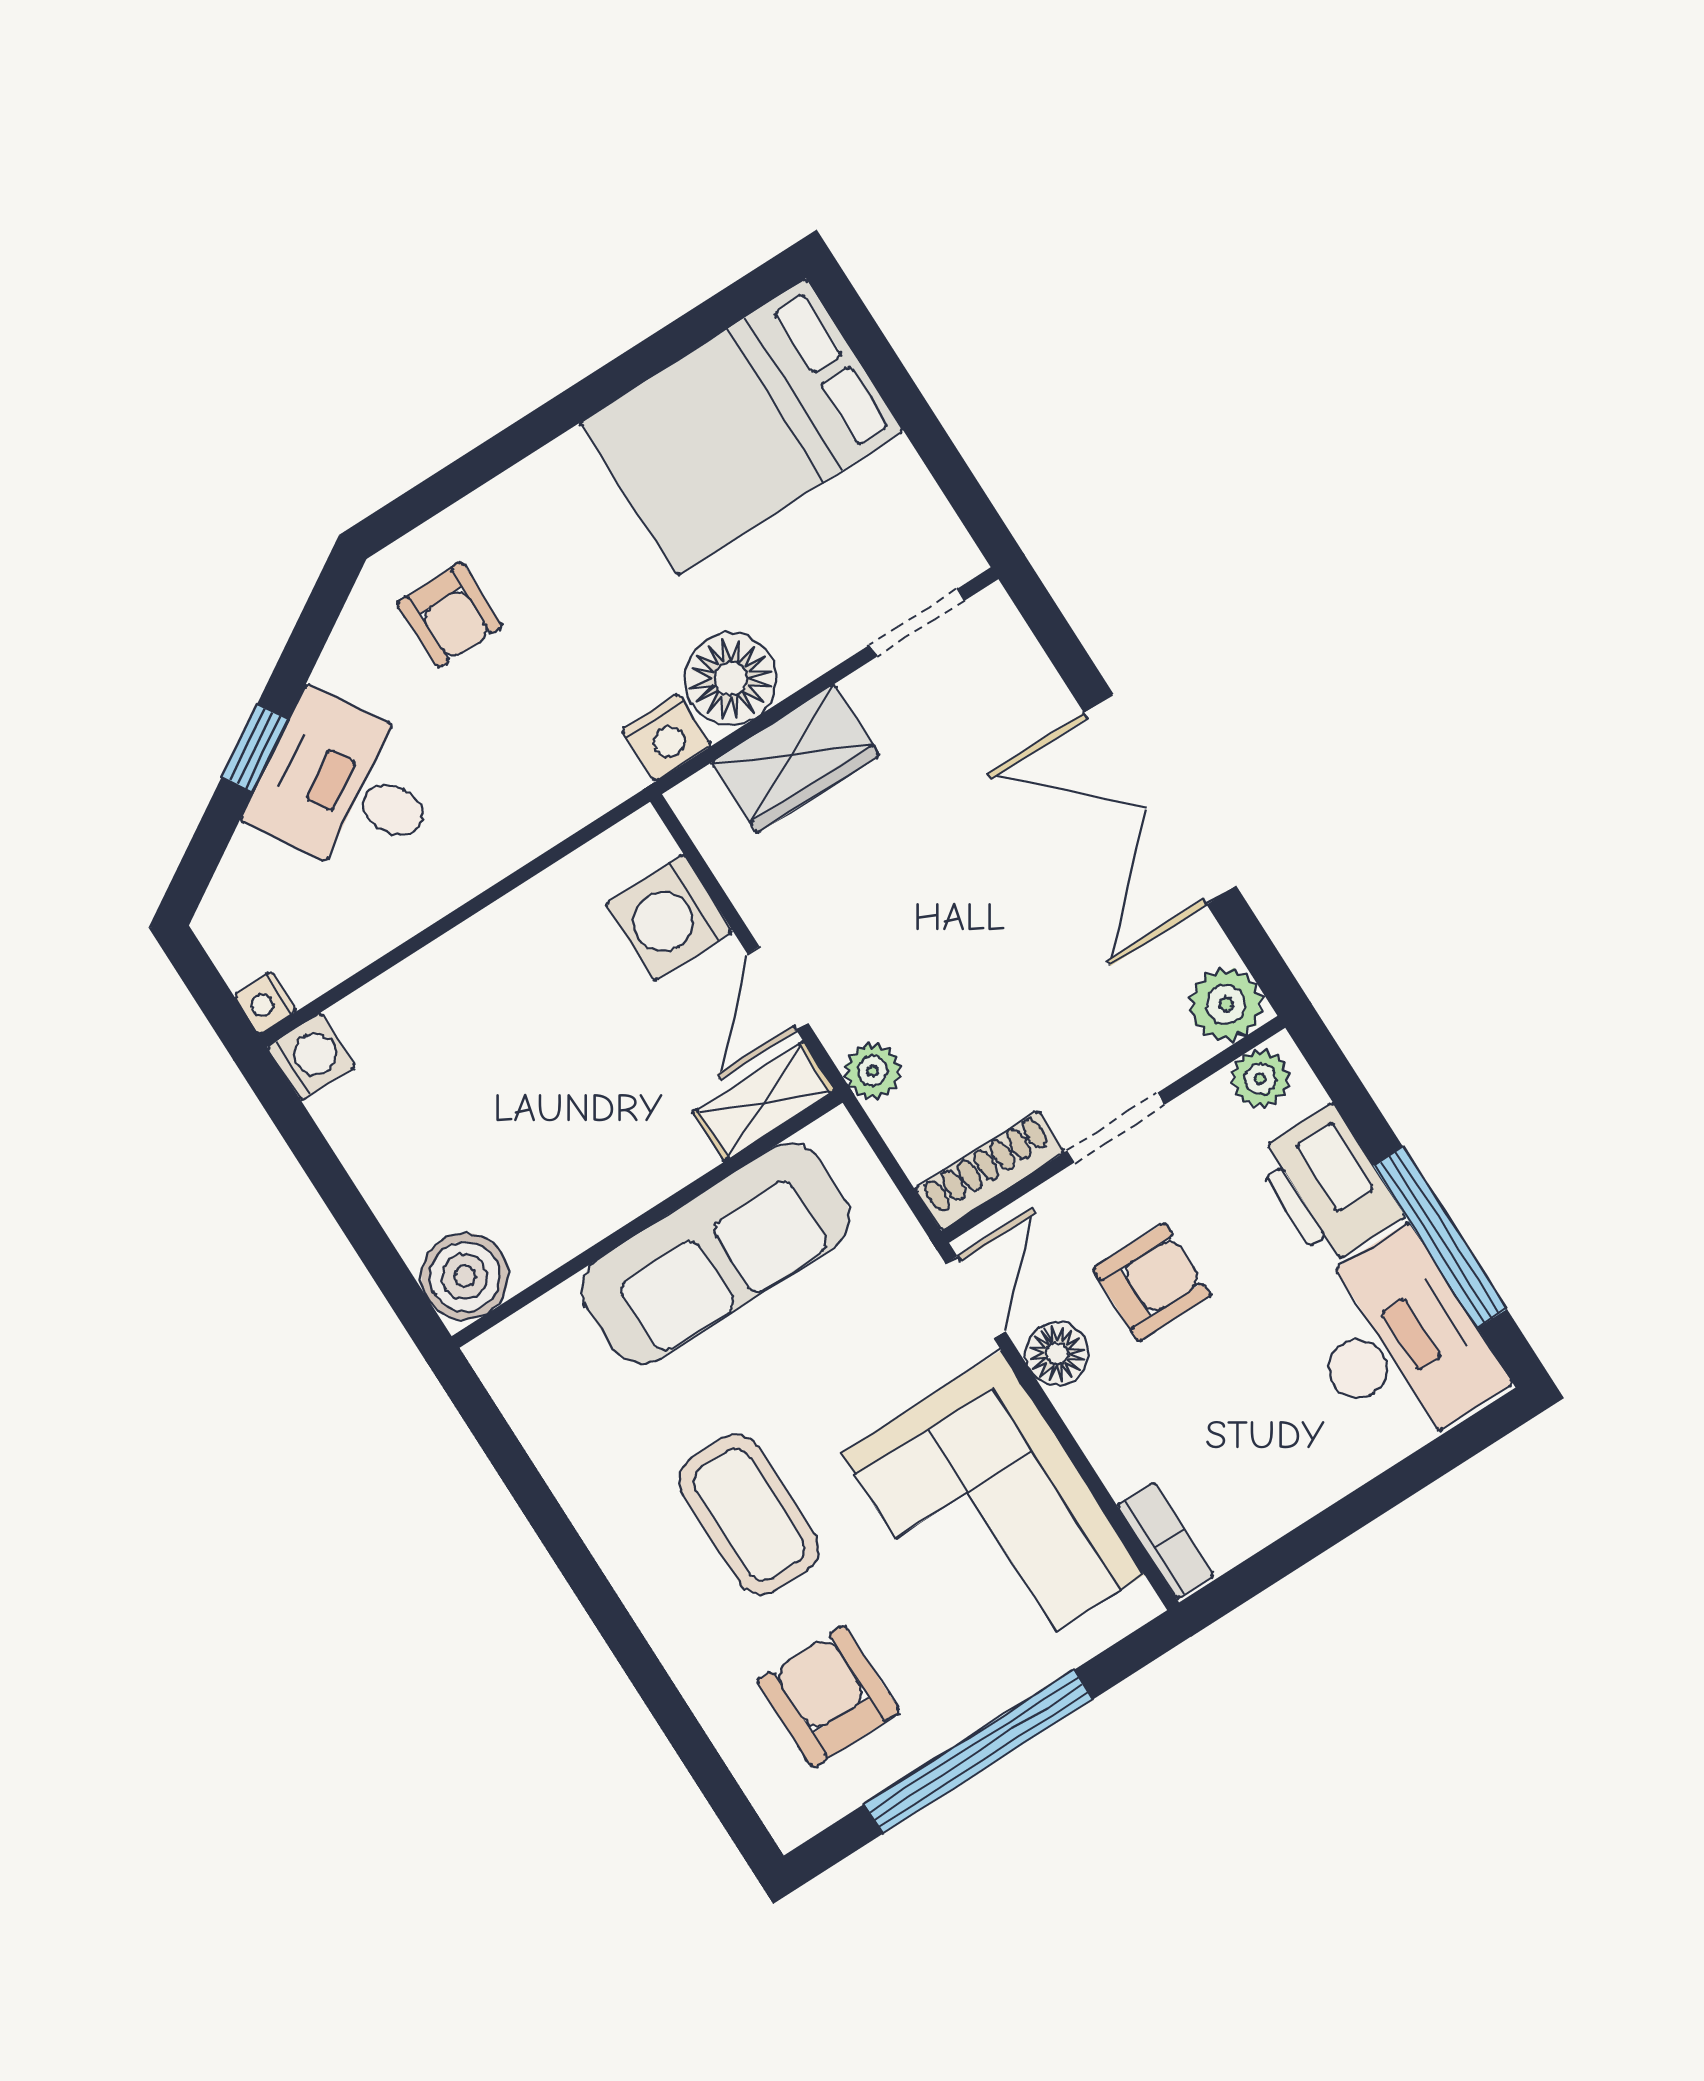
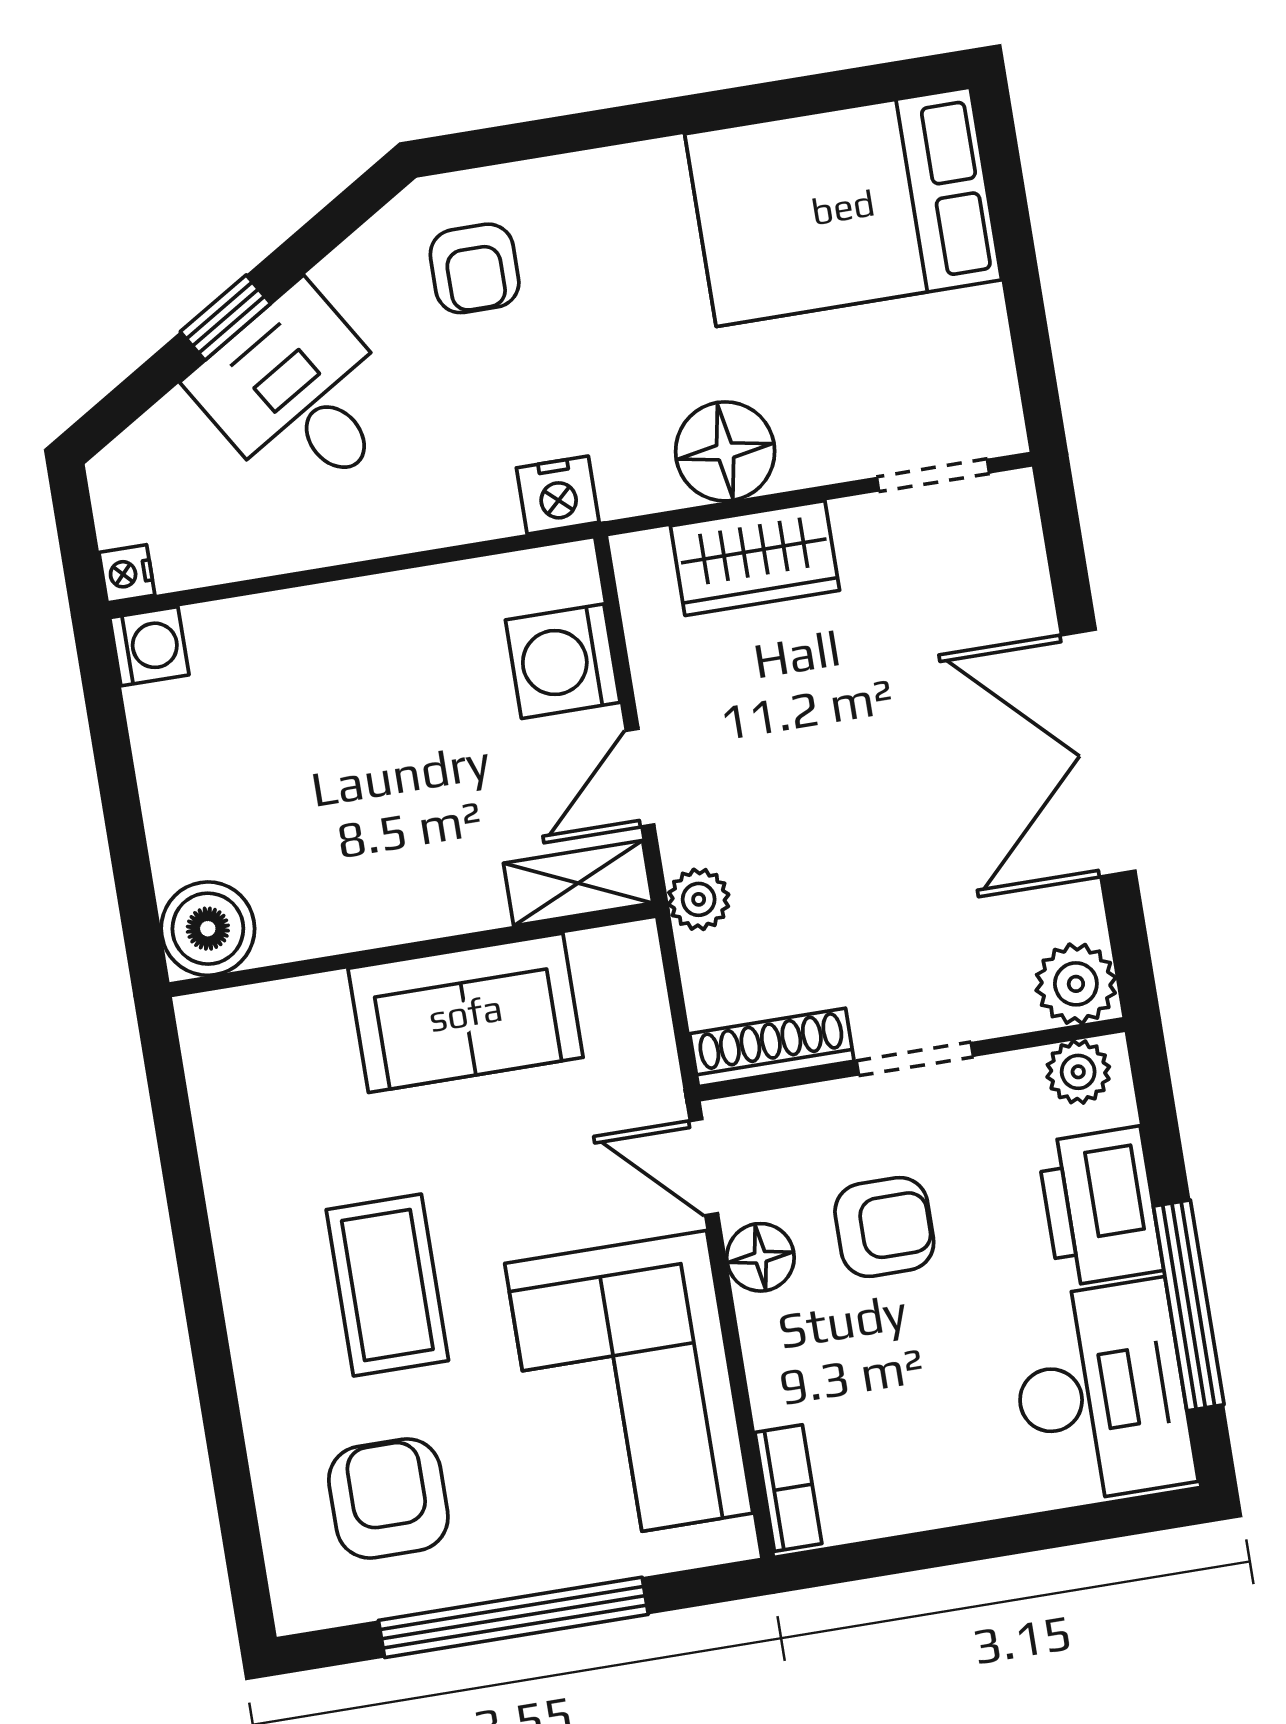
nightstand: (667, 738) -> (558, 495), moved
sofa: (716, 1253) -> (466, 1013), width x0.73
door: (976, 1298) -> (704, 1167), swing flipped

